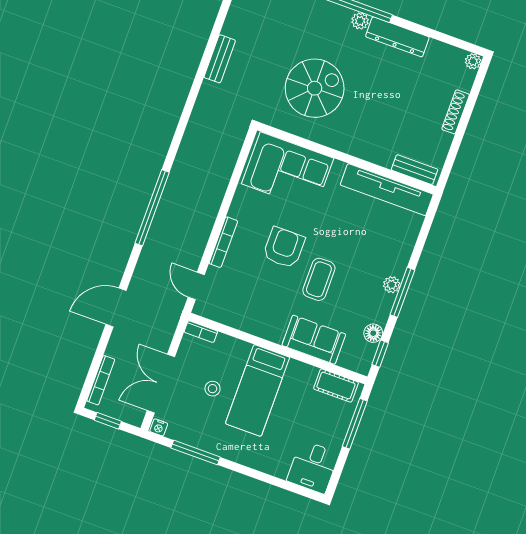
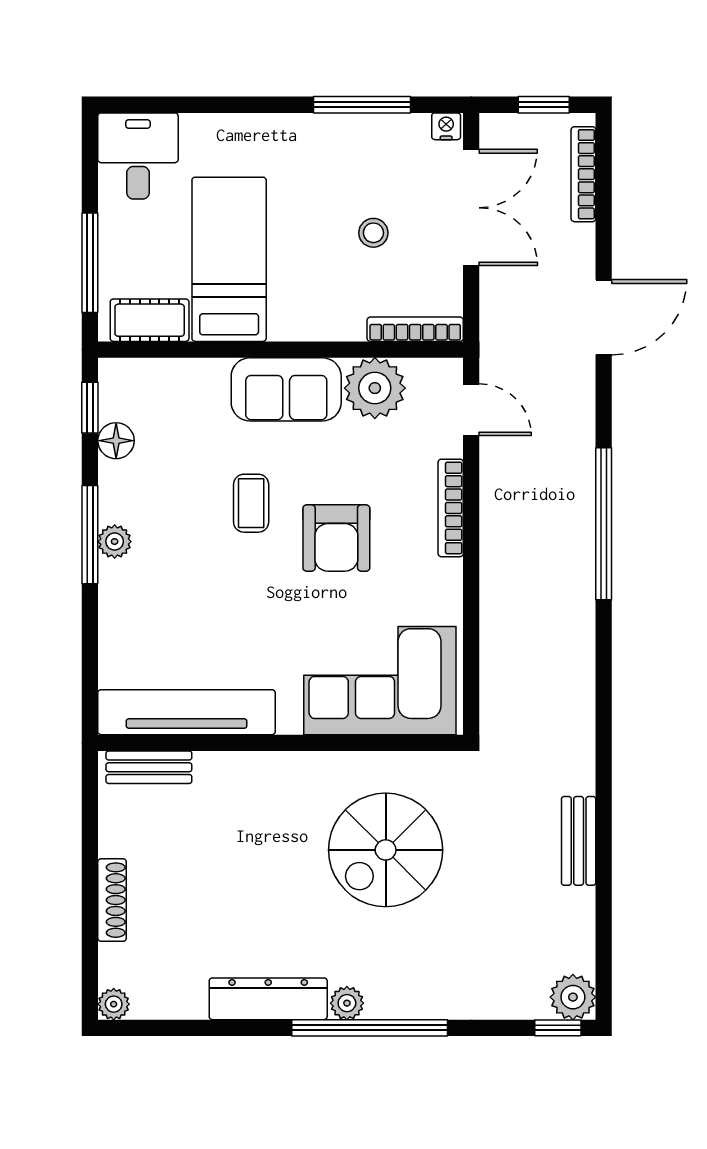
coffee table: (319, 279) -> (251, 503), width x0.73, depth x0.77
plant: (239, 313) -> (375, 388), added
bookcase: (201, 332) -> (415, 329), width x1.56
sofa: (314, 340) -> (286, 389), moved
bed: (258, 390) -> (229, 259), moved

